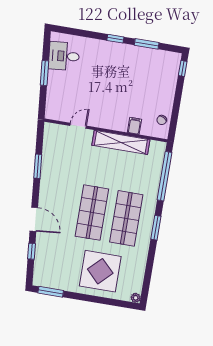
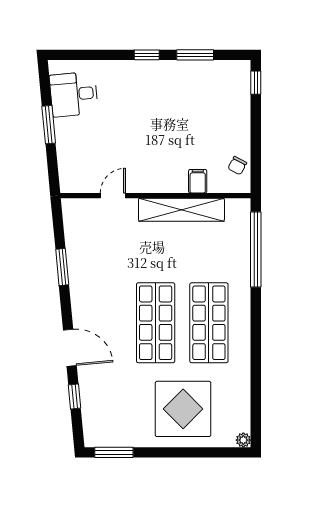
window: (156, 228) -> (256, 329), removed

